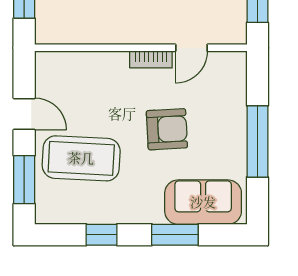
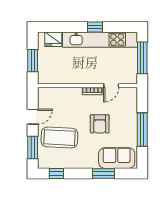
door: (24, 114) -> (33, 117), hinge flipped
armchair: (167, 129) -> (100, 124), turned 93
window: (102, 235) -> (56, 173), moved

